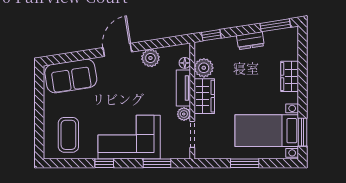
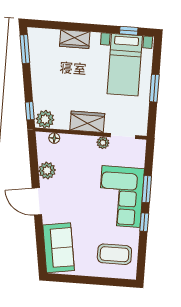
dresser: (250, 41) -> (38, 74), removed
plant: (204, 68) -> (45, 119), moved
tv unit: (183, 88) -> (78, 141), removed
window: (303, 132) -> (129, 31), width x0.67
window: (157, 163) -> (147, 189), moved

